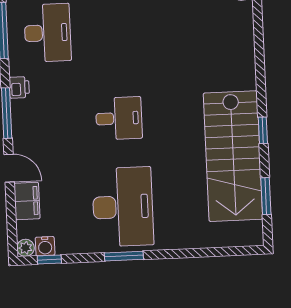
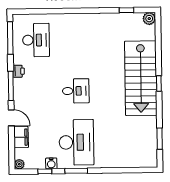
window: (263, 130) -> (159, 84), moved
stairs: (233, 156) -> (141, 78), moved
water cooler: (45, 246) -> (51, 163), moved
window: (49, 259) -> (45, 171), moved

